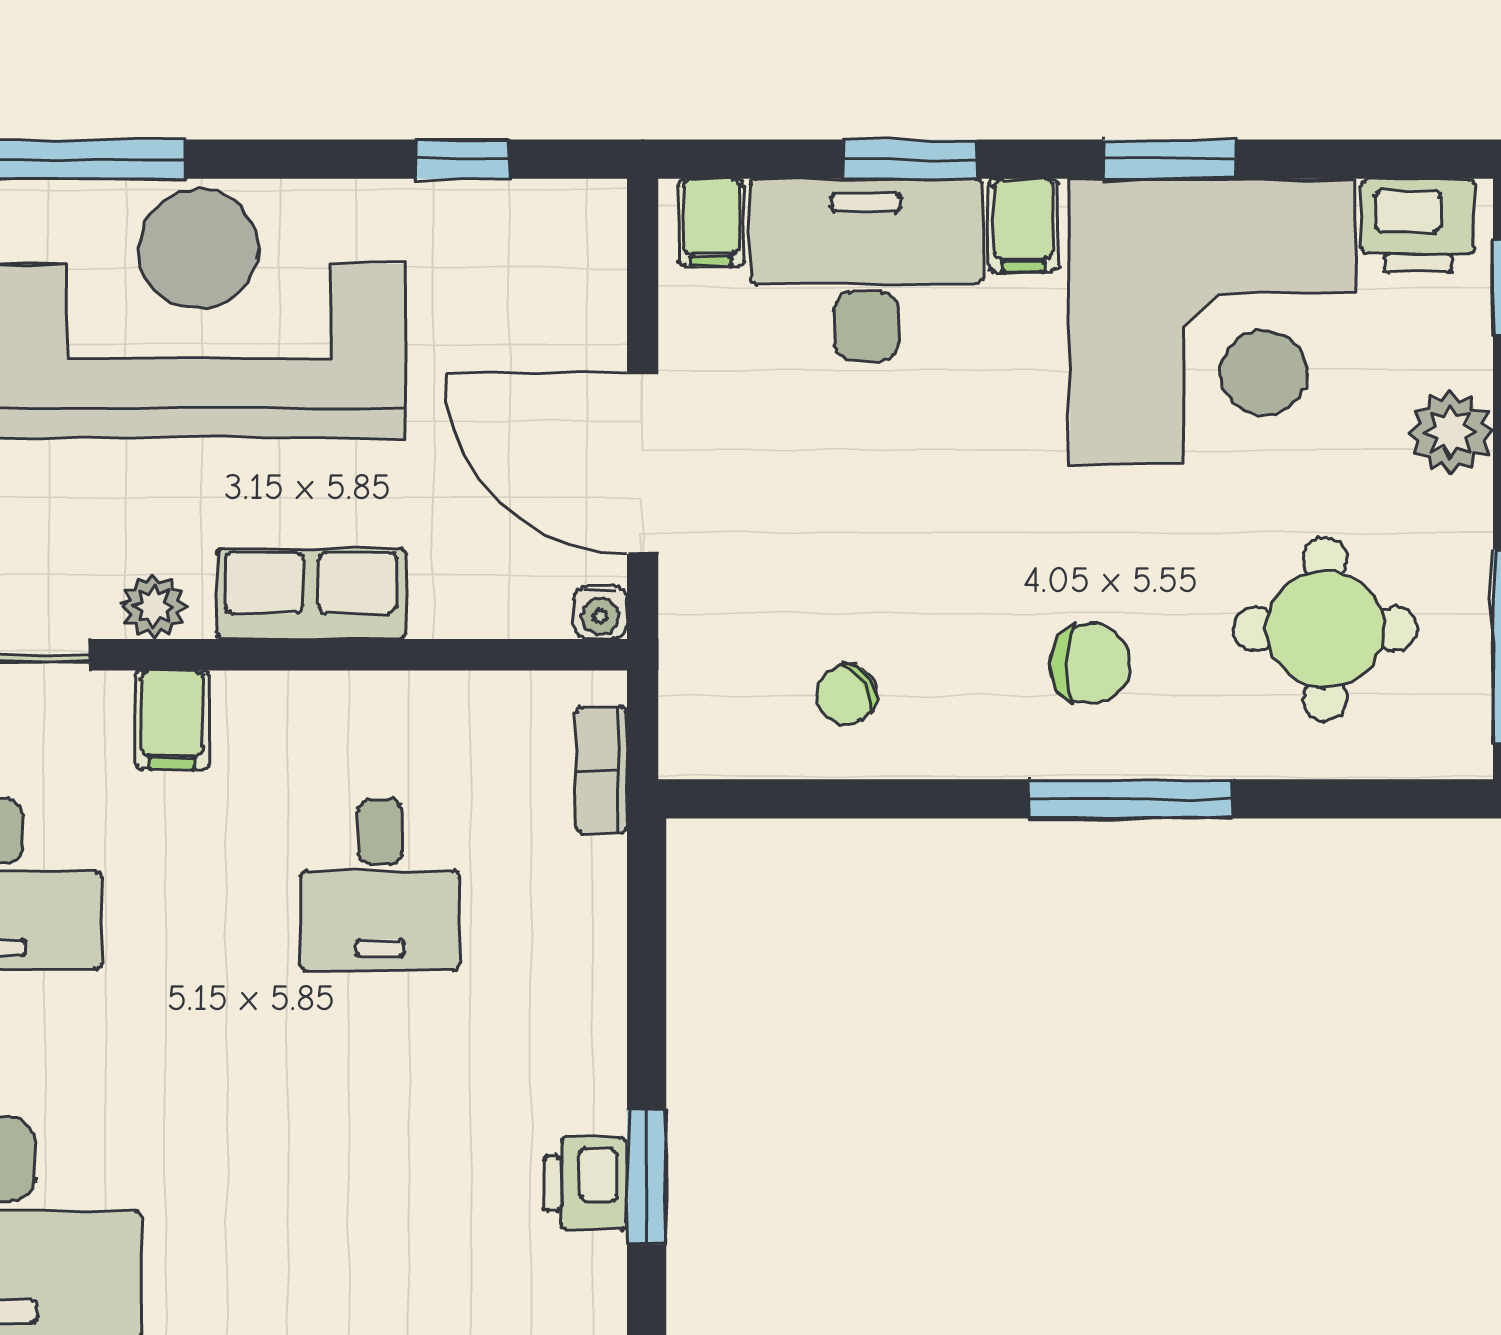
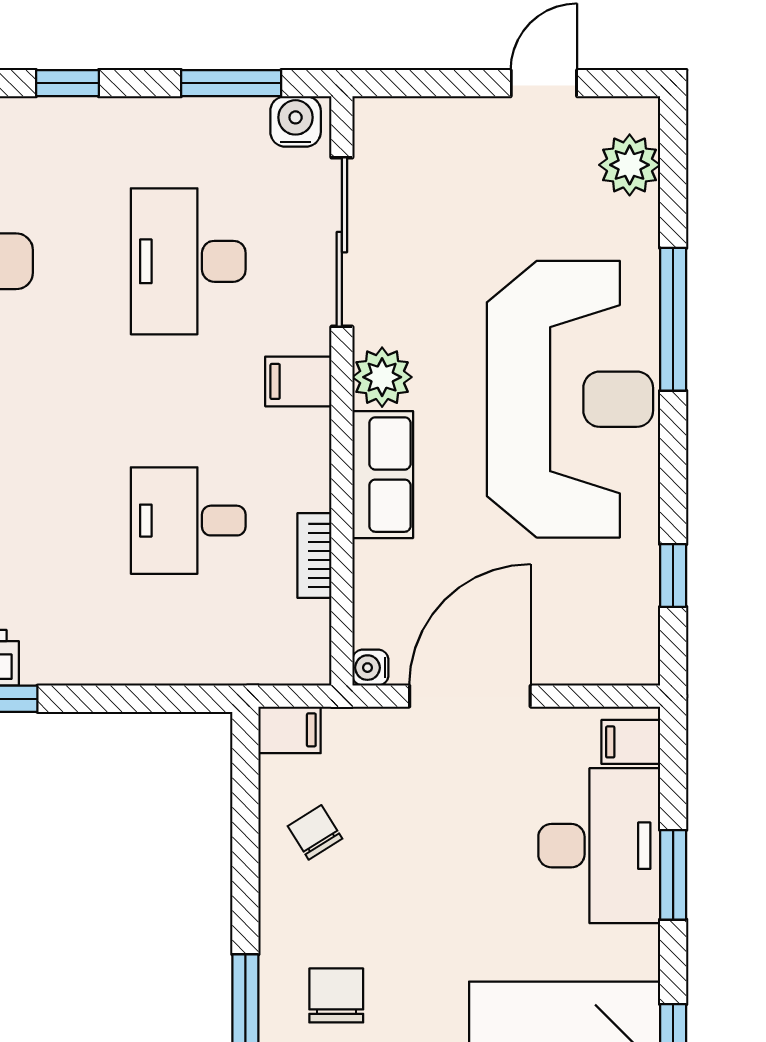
filing cabinet: (1023, 225) -> (290, 730), moved, turned 180
plant: (153, 607) -> (382, 377), width x1.38, depth x1.38
chair: (1090, 663) -> (336, 995), turned 180
bookcase: (602, 770) -> (314, 555), moved, turned -90

